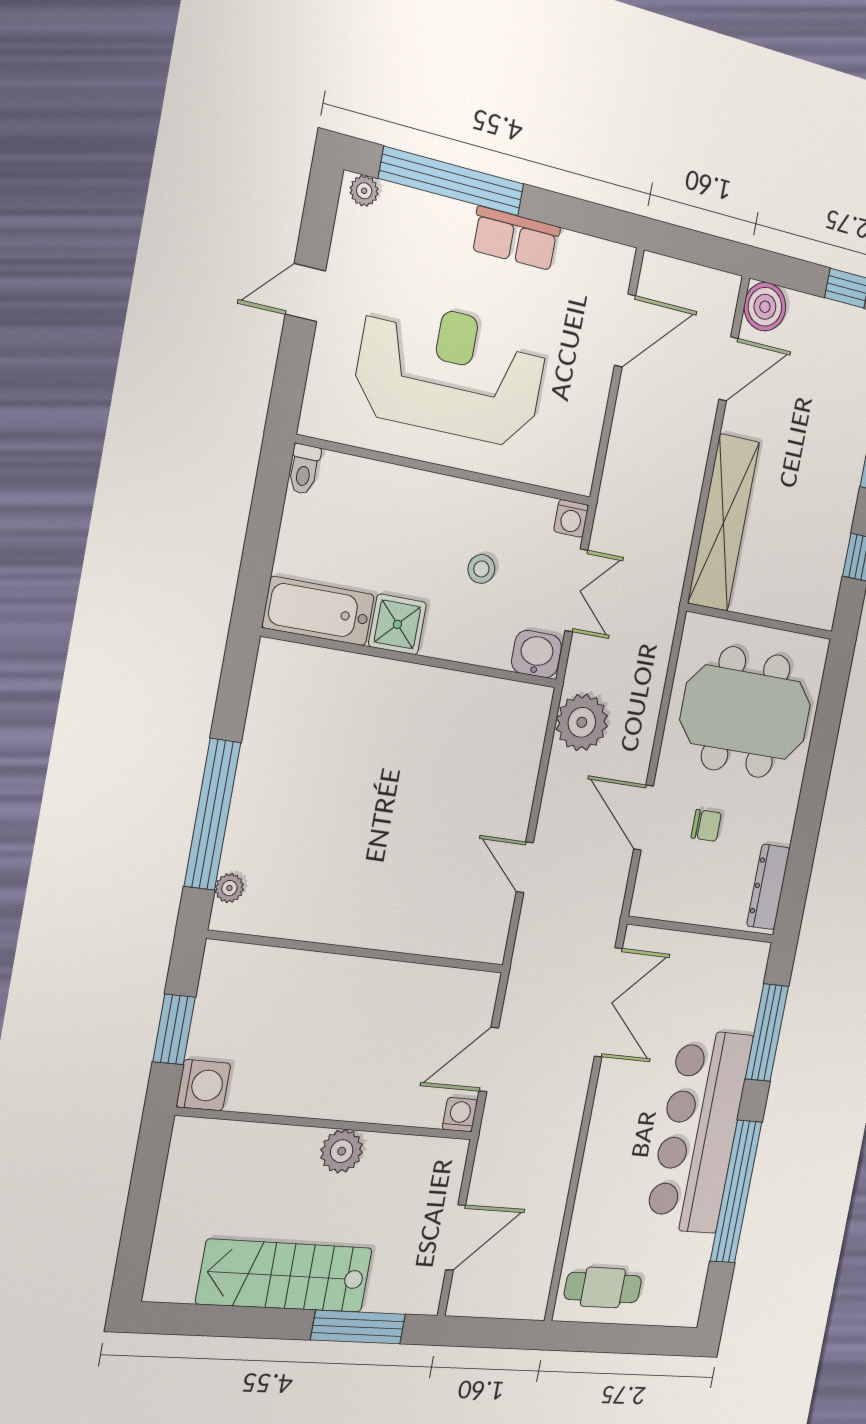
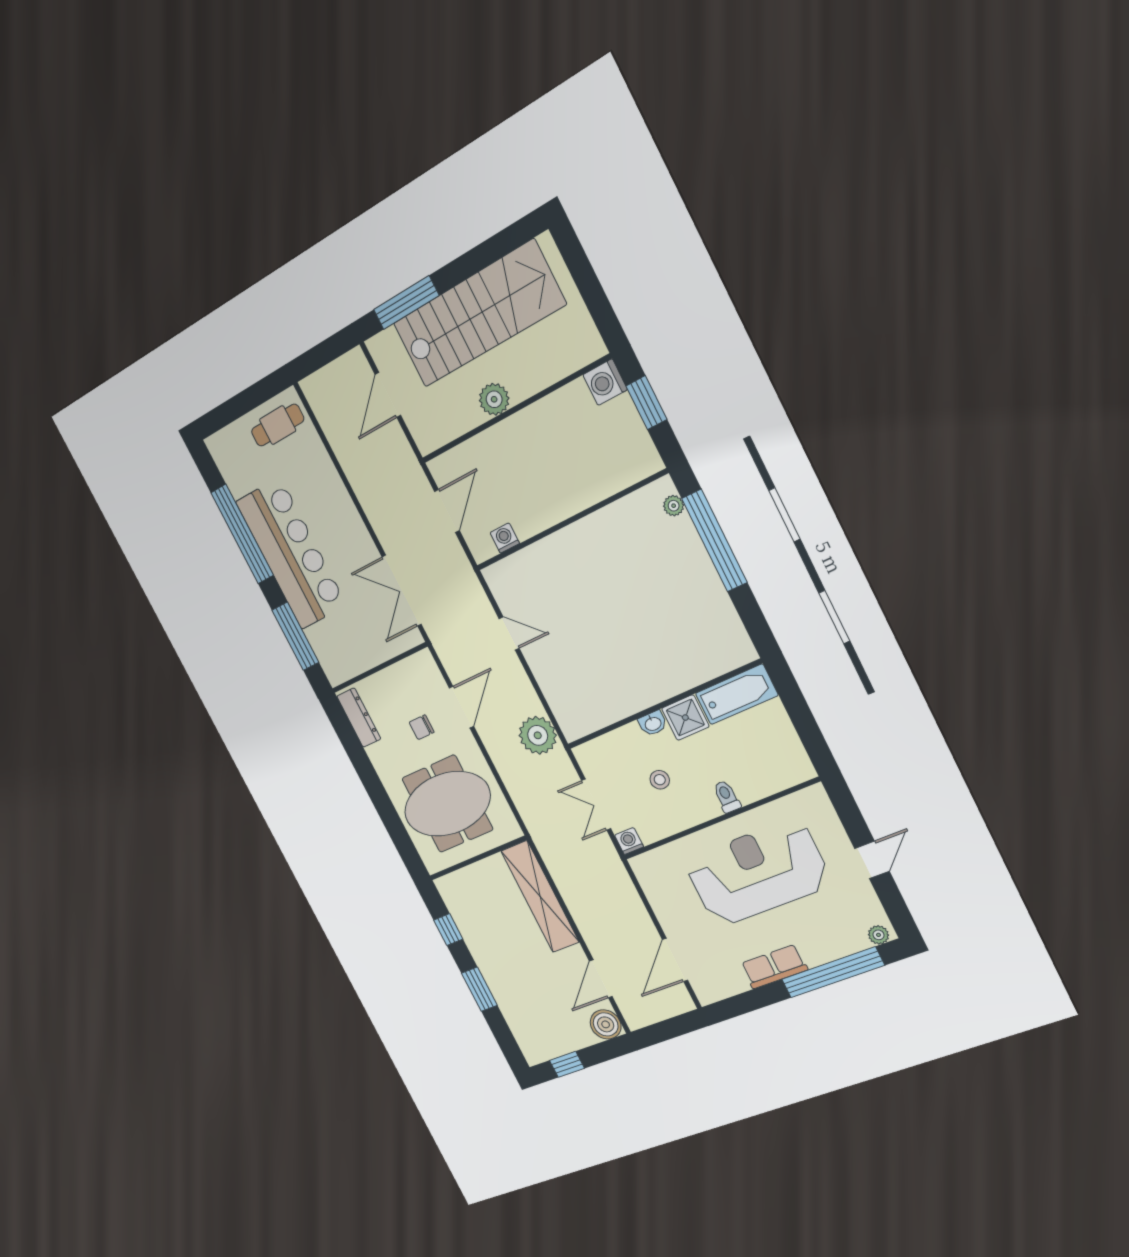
reception desk: (451, 372) -> (757, 873), turned 180
toilet: (304, 469) -> (727, 797), moved
washbasin: (536, 654) -> (653, 723), moved, width x0.72, depth x0.69
door: (643, 818) -> (461, 707), hinge flipped
washing machine: (460, 1115) -> (505, 538), moved, turned 180
stairs: (285, 1276) -> (479, 314), width x1.36, depth x1.51

